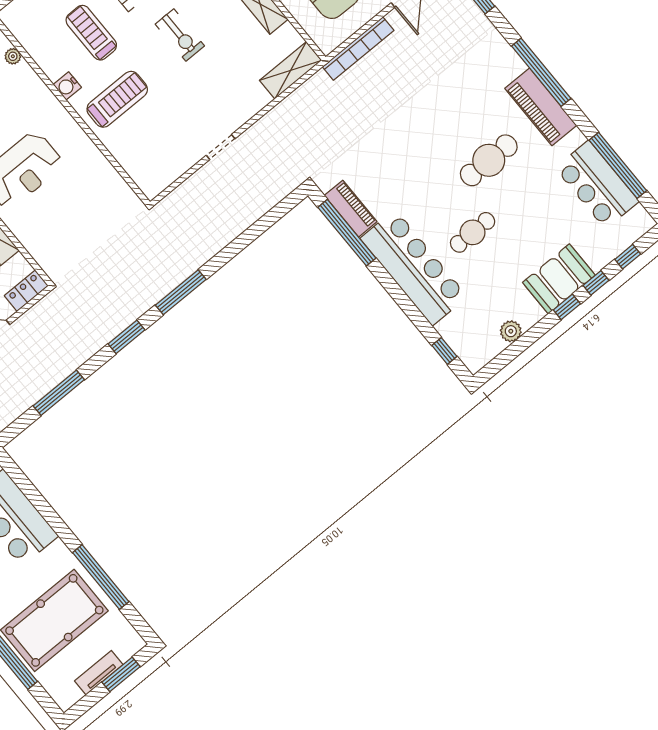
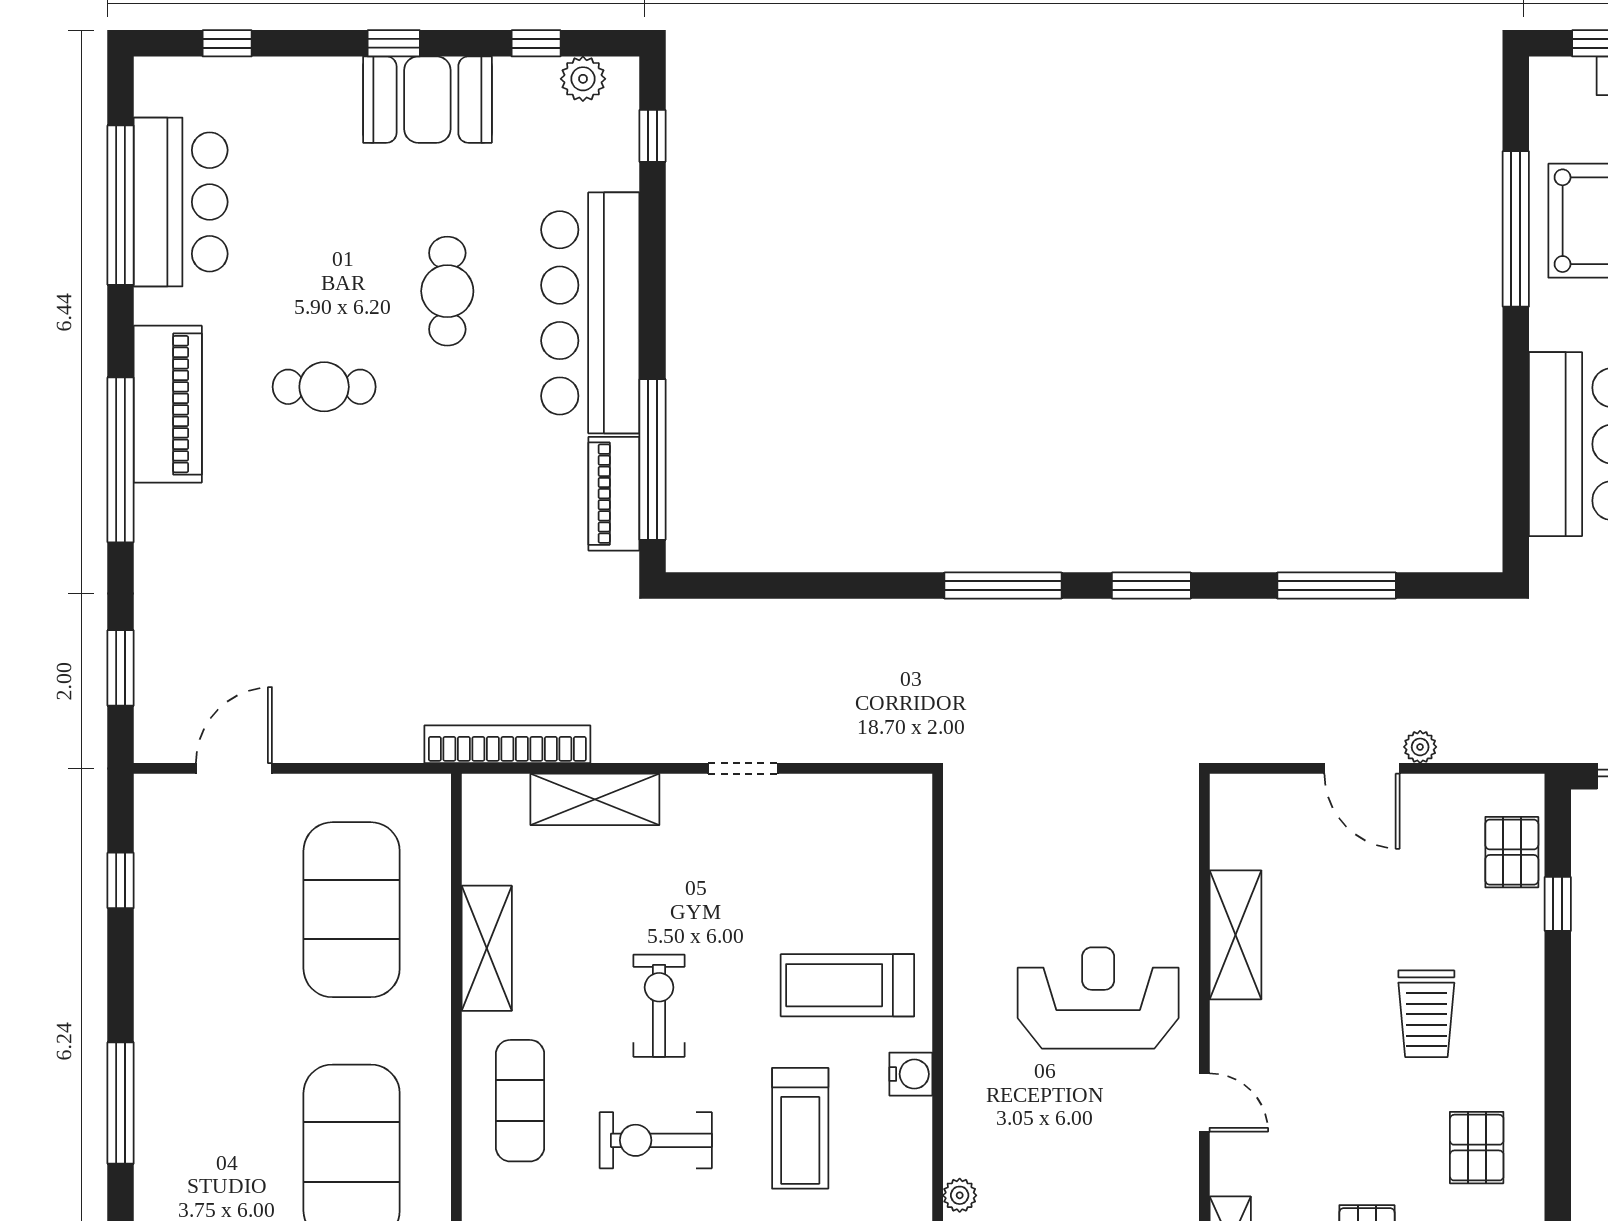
bookcase: (358, 49) -> (507, 744), moved
shelving: (291, 70) -> (595, 799), moved
cafe table: (489, 160) -> (324, 387), width x0.73, depth x0.74
cafe table: (473, 232) -> (447, 291), turned 90
booth: (559, 279) -> (427, 100), moved
window: (596, 283) -> (536, 43), moved
locker: (26, 291) -> (1252, 795), removed
plant: (511, 331) -> (583, 79), moved

